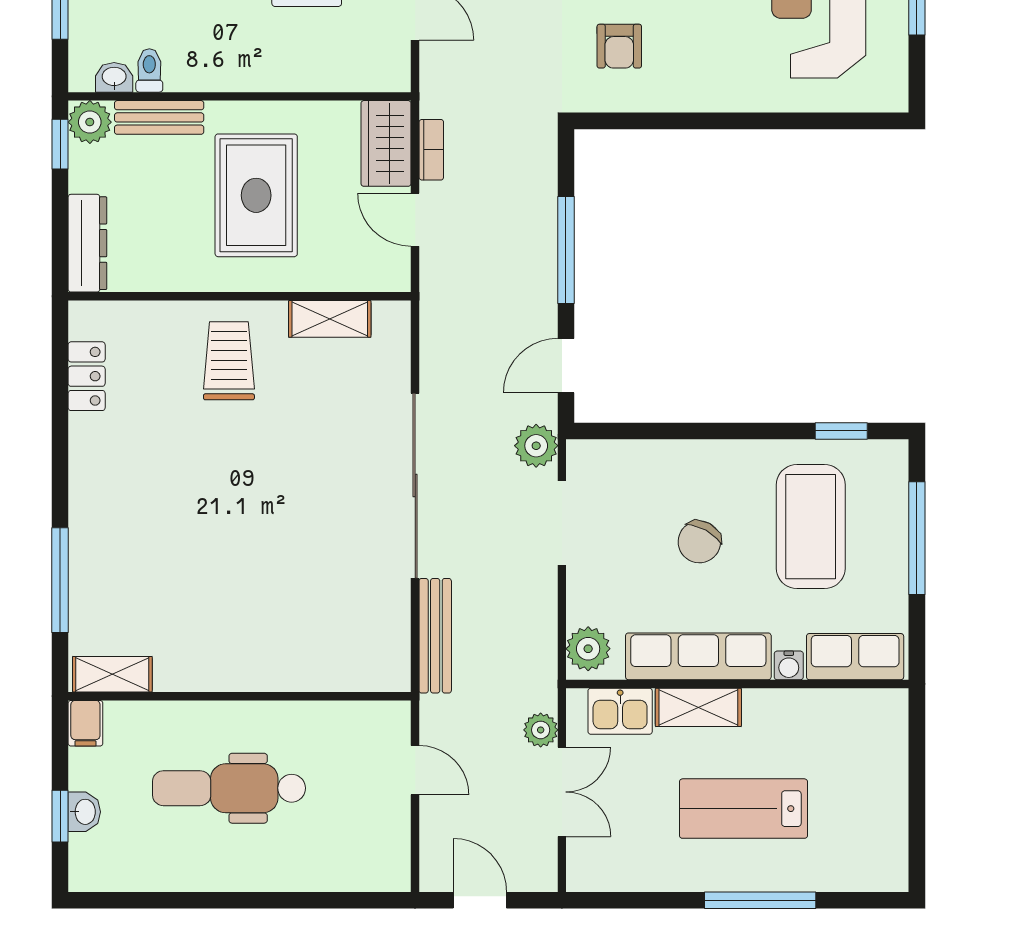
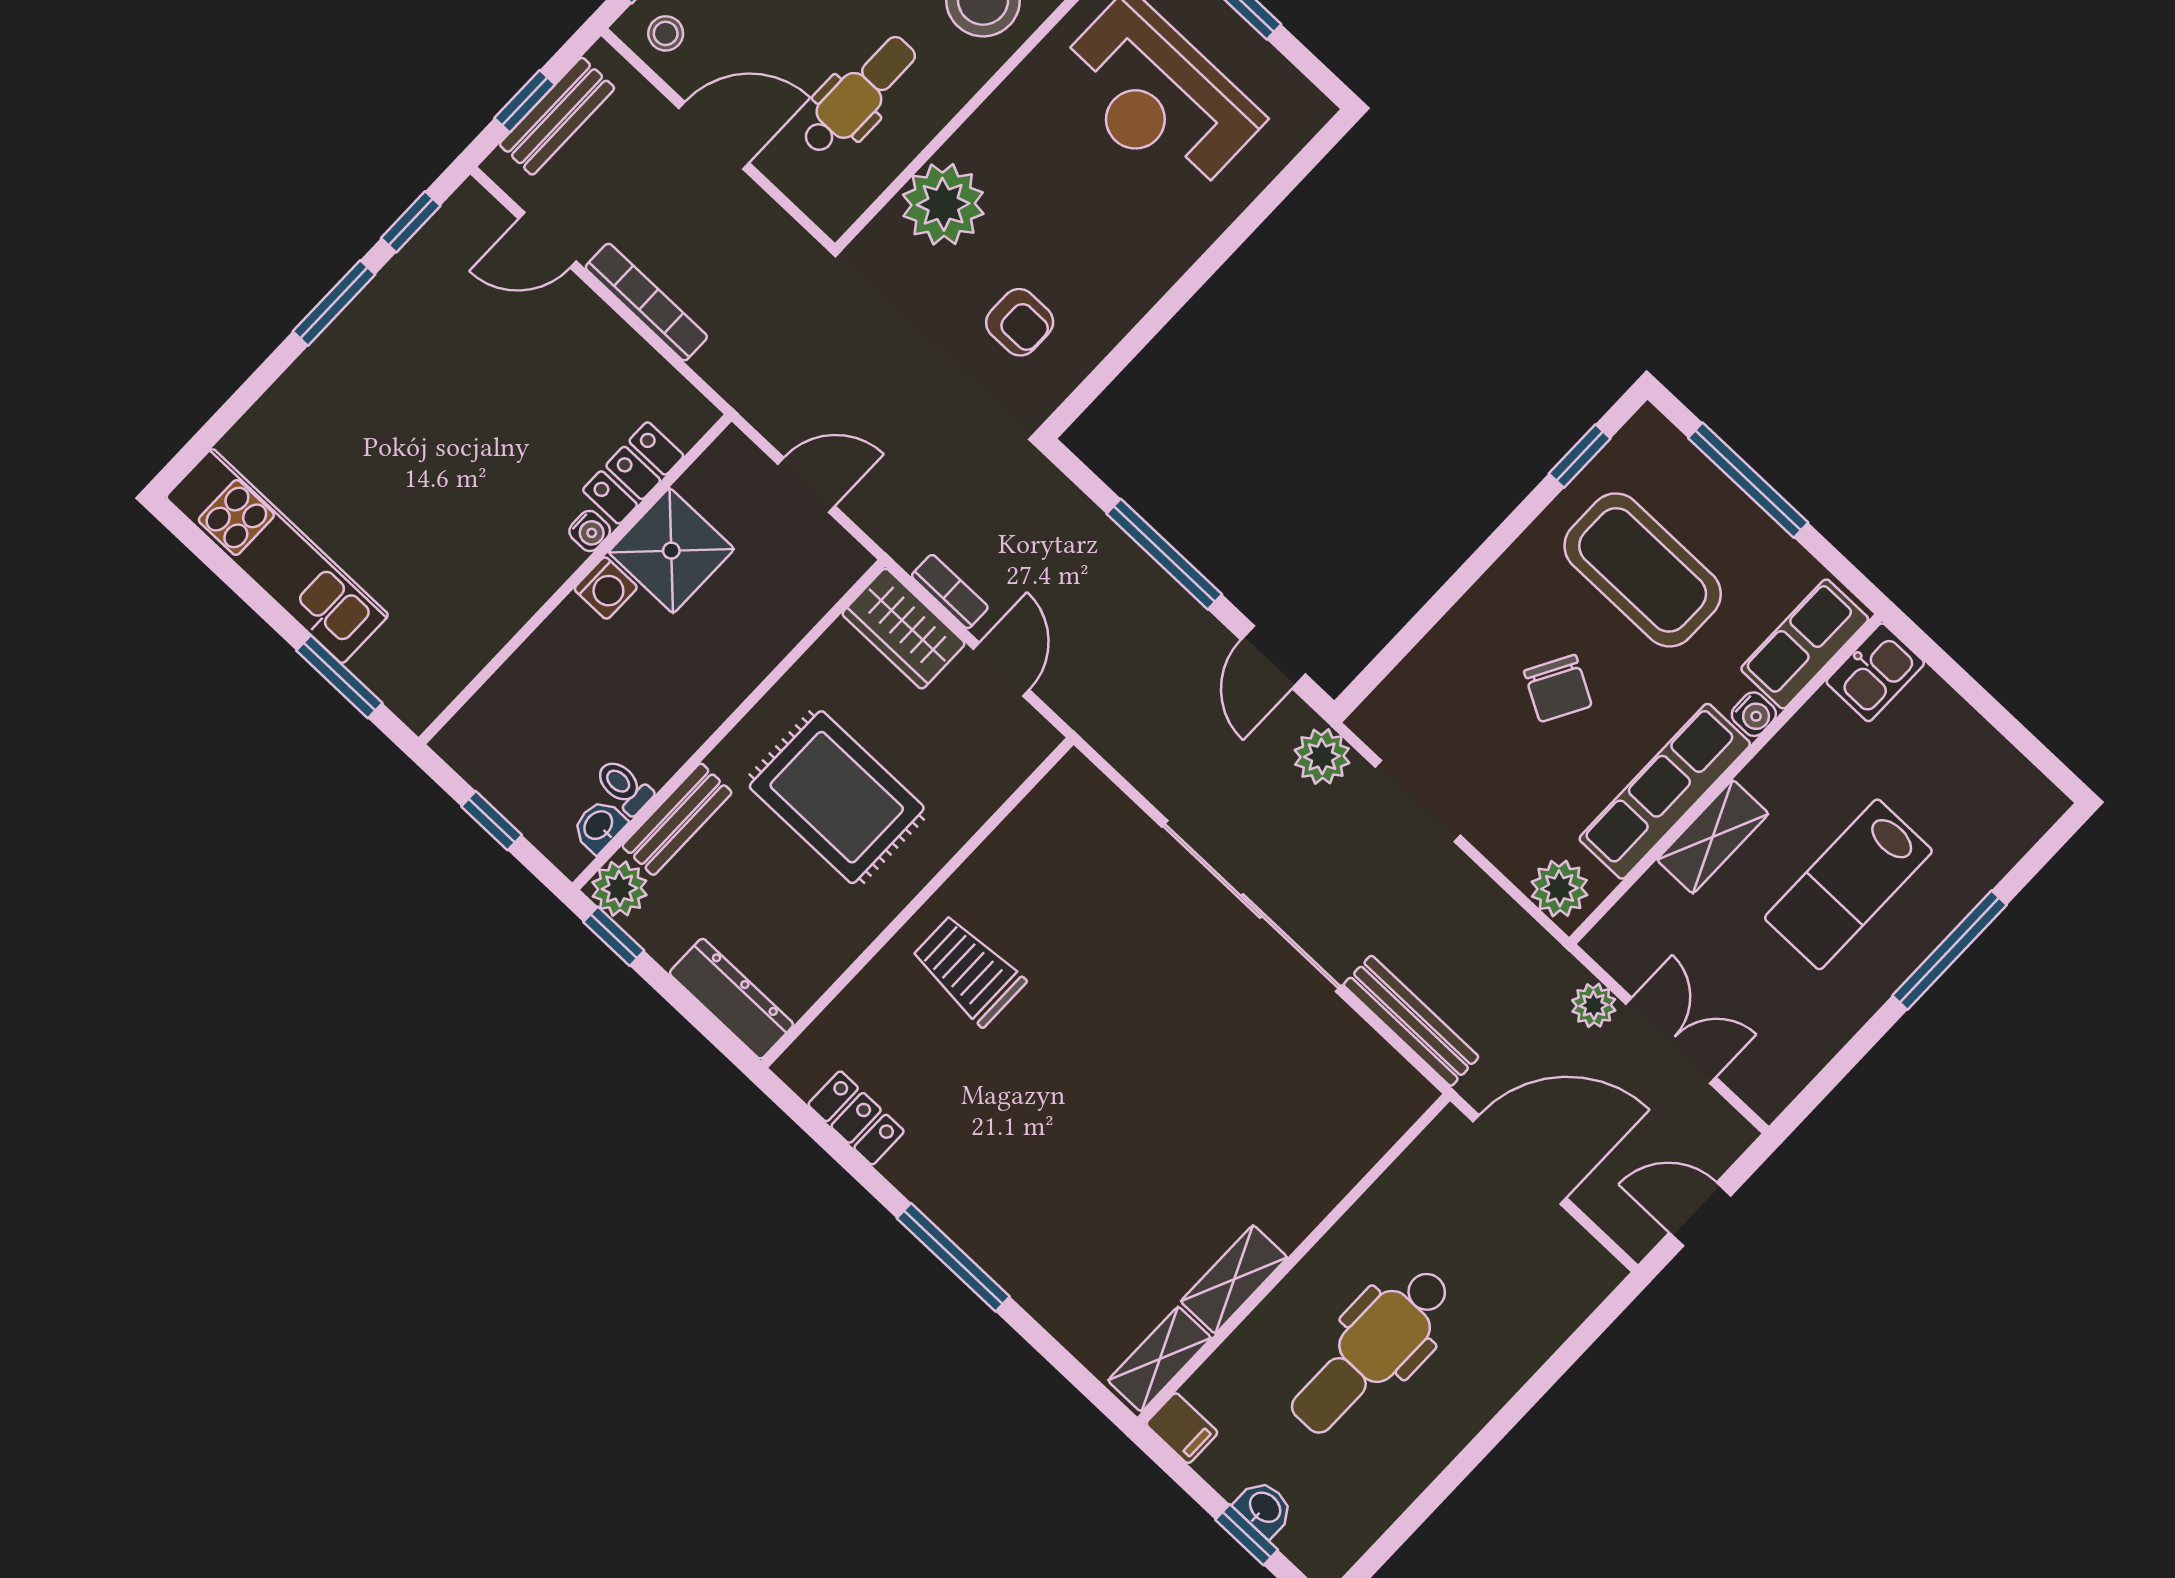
door: (415, 220) -> (1001, 669), swing flipped
shelving: (330, 319) -> (1234, 1279), moved
window: (60, 580) -> (953, 1257), moved
kitchen sink: (620, 711) -> (1875, 672), moved
door: (415, 770) -> (1520, 1160), width x1.88

